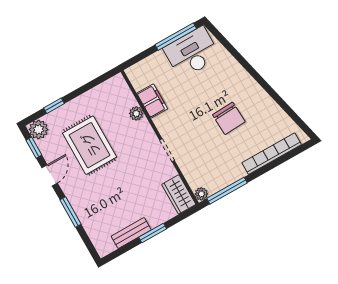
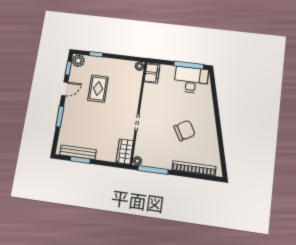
filing cabinet: (152, 101) -> (152, 73), moved
plant: (136, 113) -> (139, 66), moved
chair: (229, 118) -> (184, 130), turned -117
rug: (90, 145) -> (98, 89), width x0.73, depth x0.70
bench: (131, 233) -> (78, 152), width x1.36
window: (153, 233) -> (80, 160), moved

